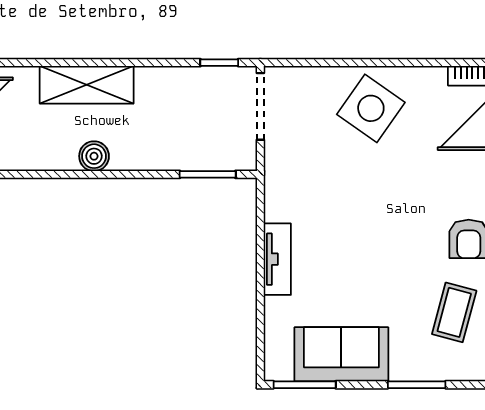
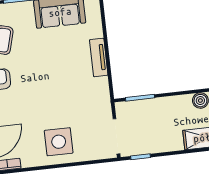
side table: (371, 108) -> (59, 142), turned -35

